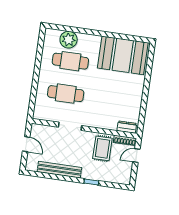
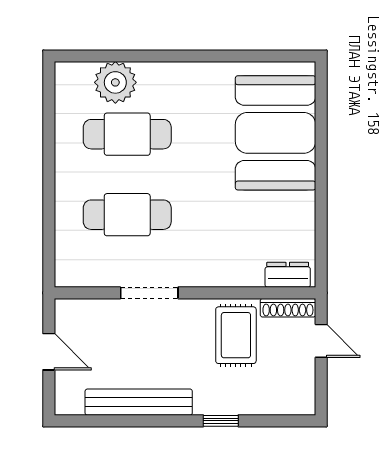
booth: (123, 55) -> (276, 133), moved, turned 90
door: (136, 156) -> (321, 341), swing flipped

